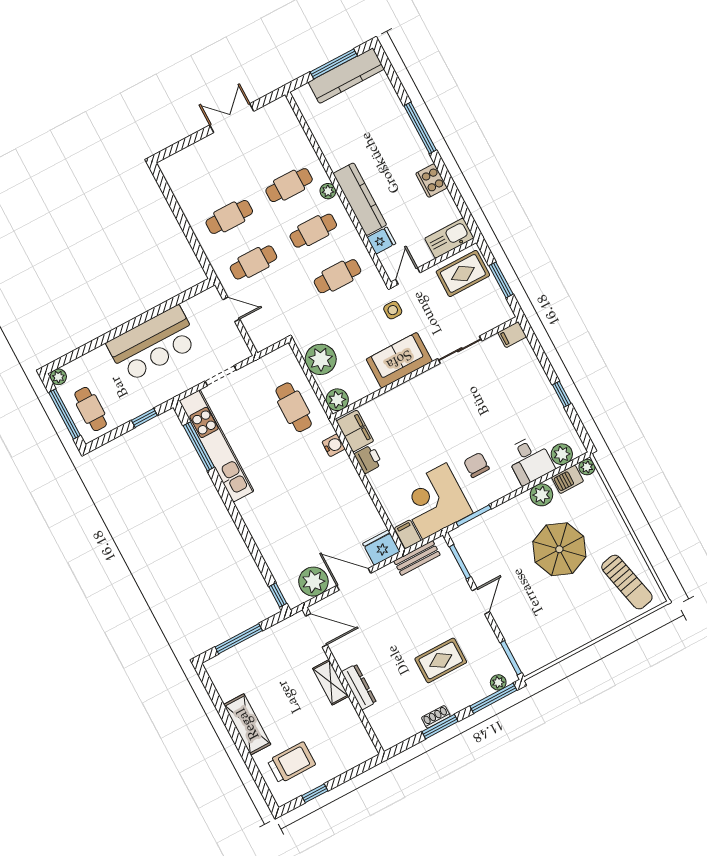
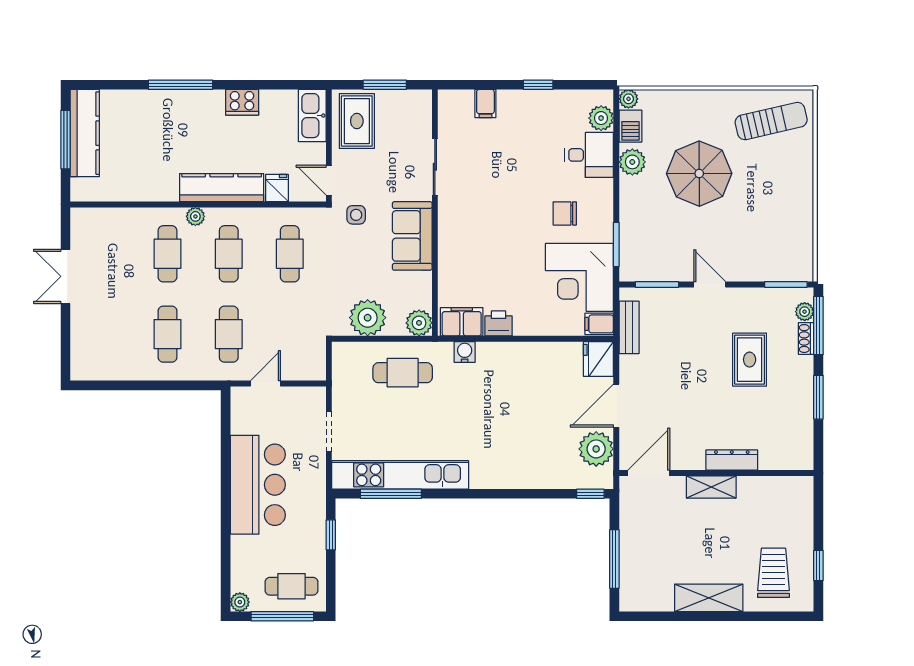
filing cabinet: (512, 335) -> (485, 104), moved
shoe rack: (436, 717) -> (806, 339), moved

